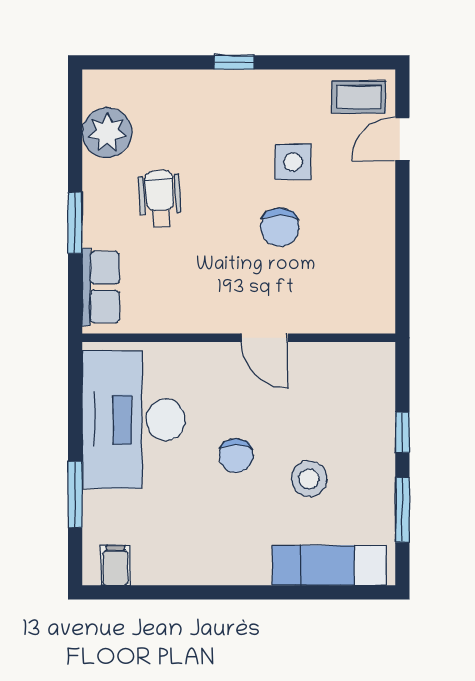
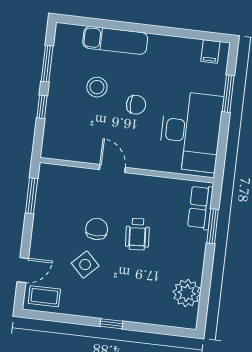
side table: (293, 162) -> (85, 264), turned 45
wheelchair: (160, 199) -> (137, 234), moved
window: (75, 223) -> (213, 226), moved
window: (402, 273) -> (32, 196), added
chair: (236, 456) -> (136, 105), turned 90
exam couch: (329, 565) -> (115, 40), moved

